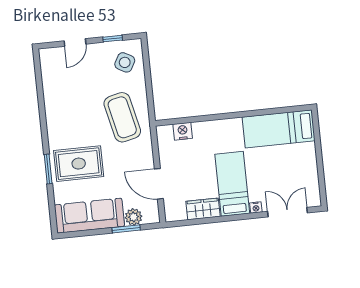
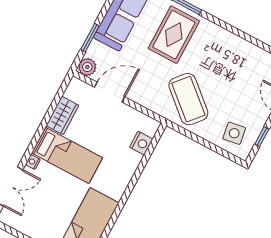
side table: (125, 62) -> (234, 133), turned -38
coffee table: (122, 117) -> (188, 99), turned 54
plant: (133, 217) -> (87, 67), moved

